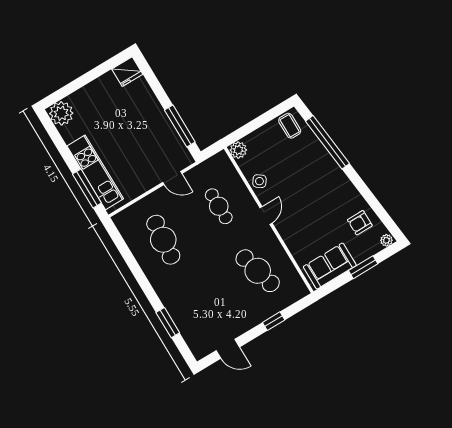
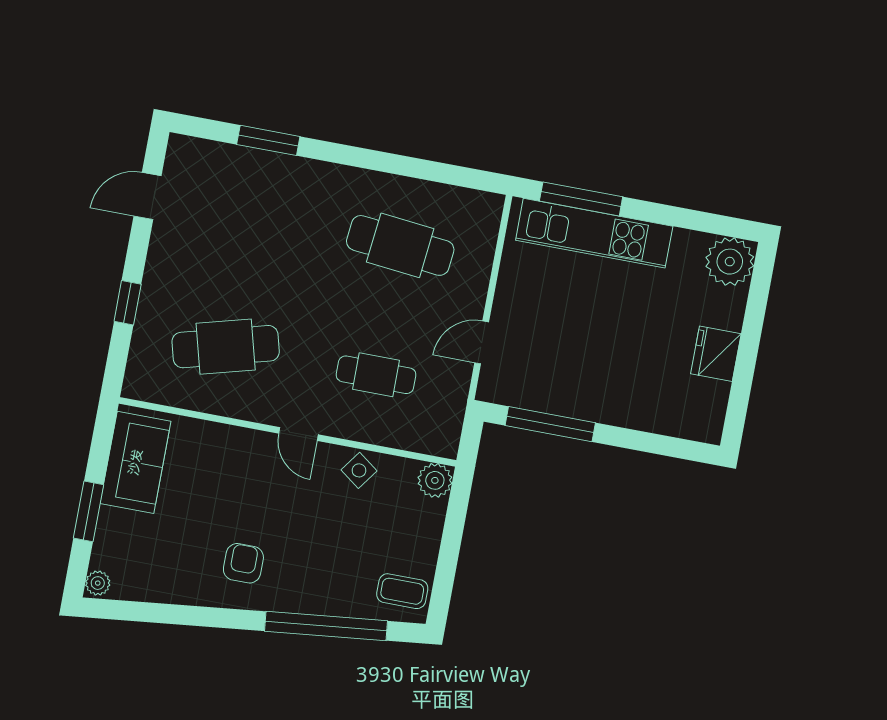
fridge: (127, 72) -> (716, 354), moved
armchair: (360, 223) -> (243, 563), moved

